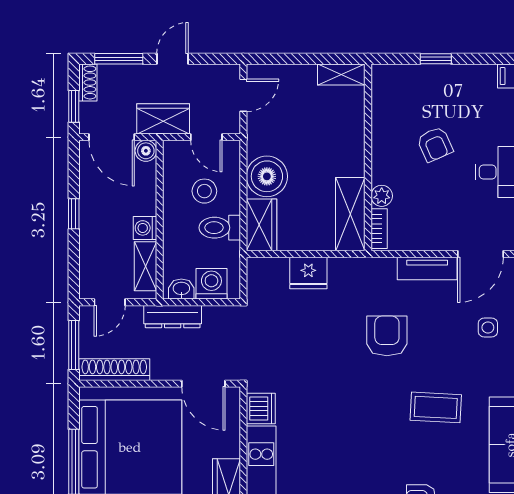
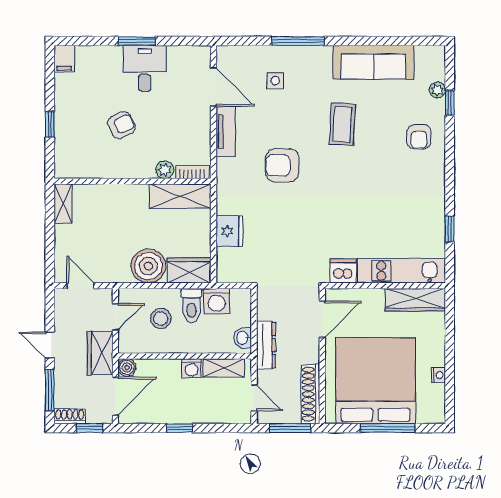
washing machine: (211, 284) -> (217, 301), moved, turned -90

